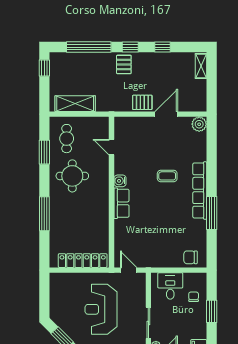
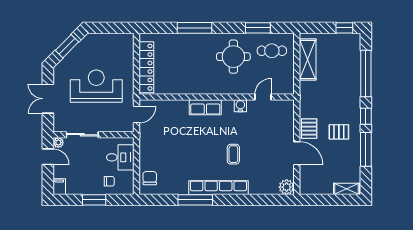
window: (163, 47) -> (366, 149), width x2.17
pallet: (124, 64) -> (339, 132), moved
water cooler: (120, 181) -> (240, 106), moved

